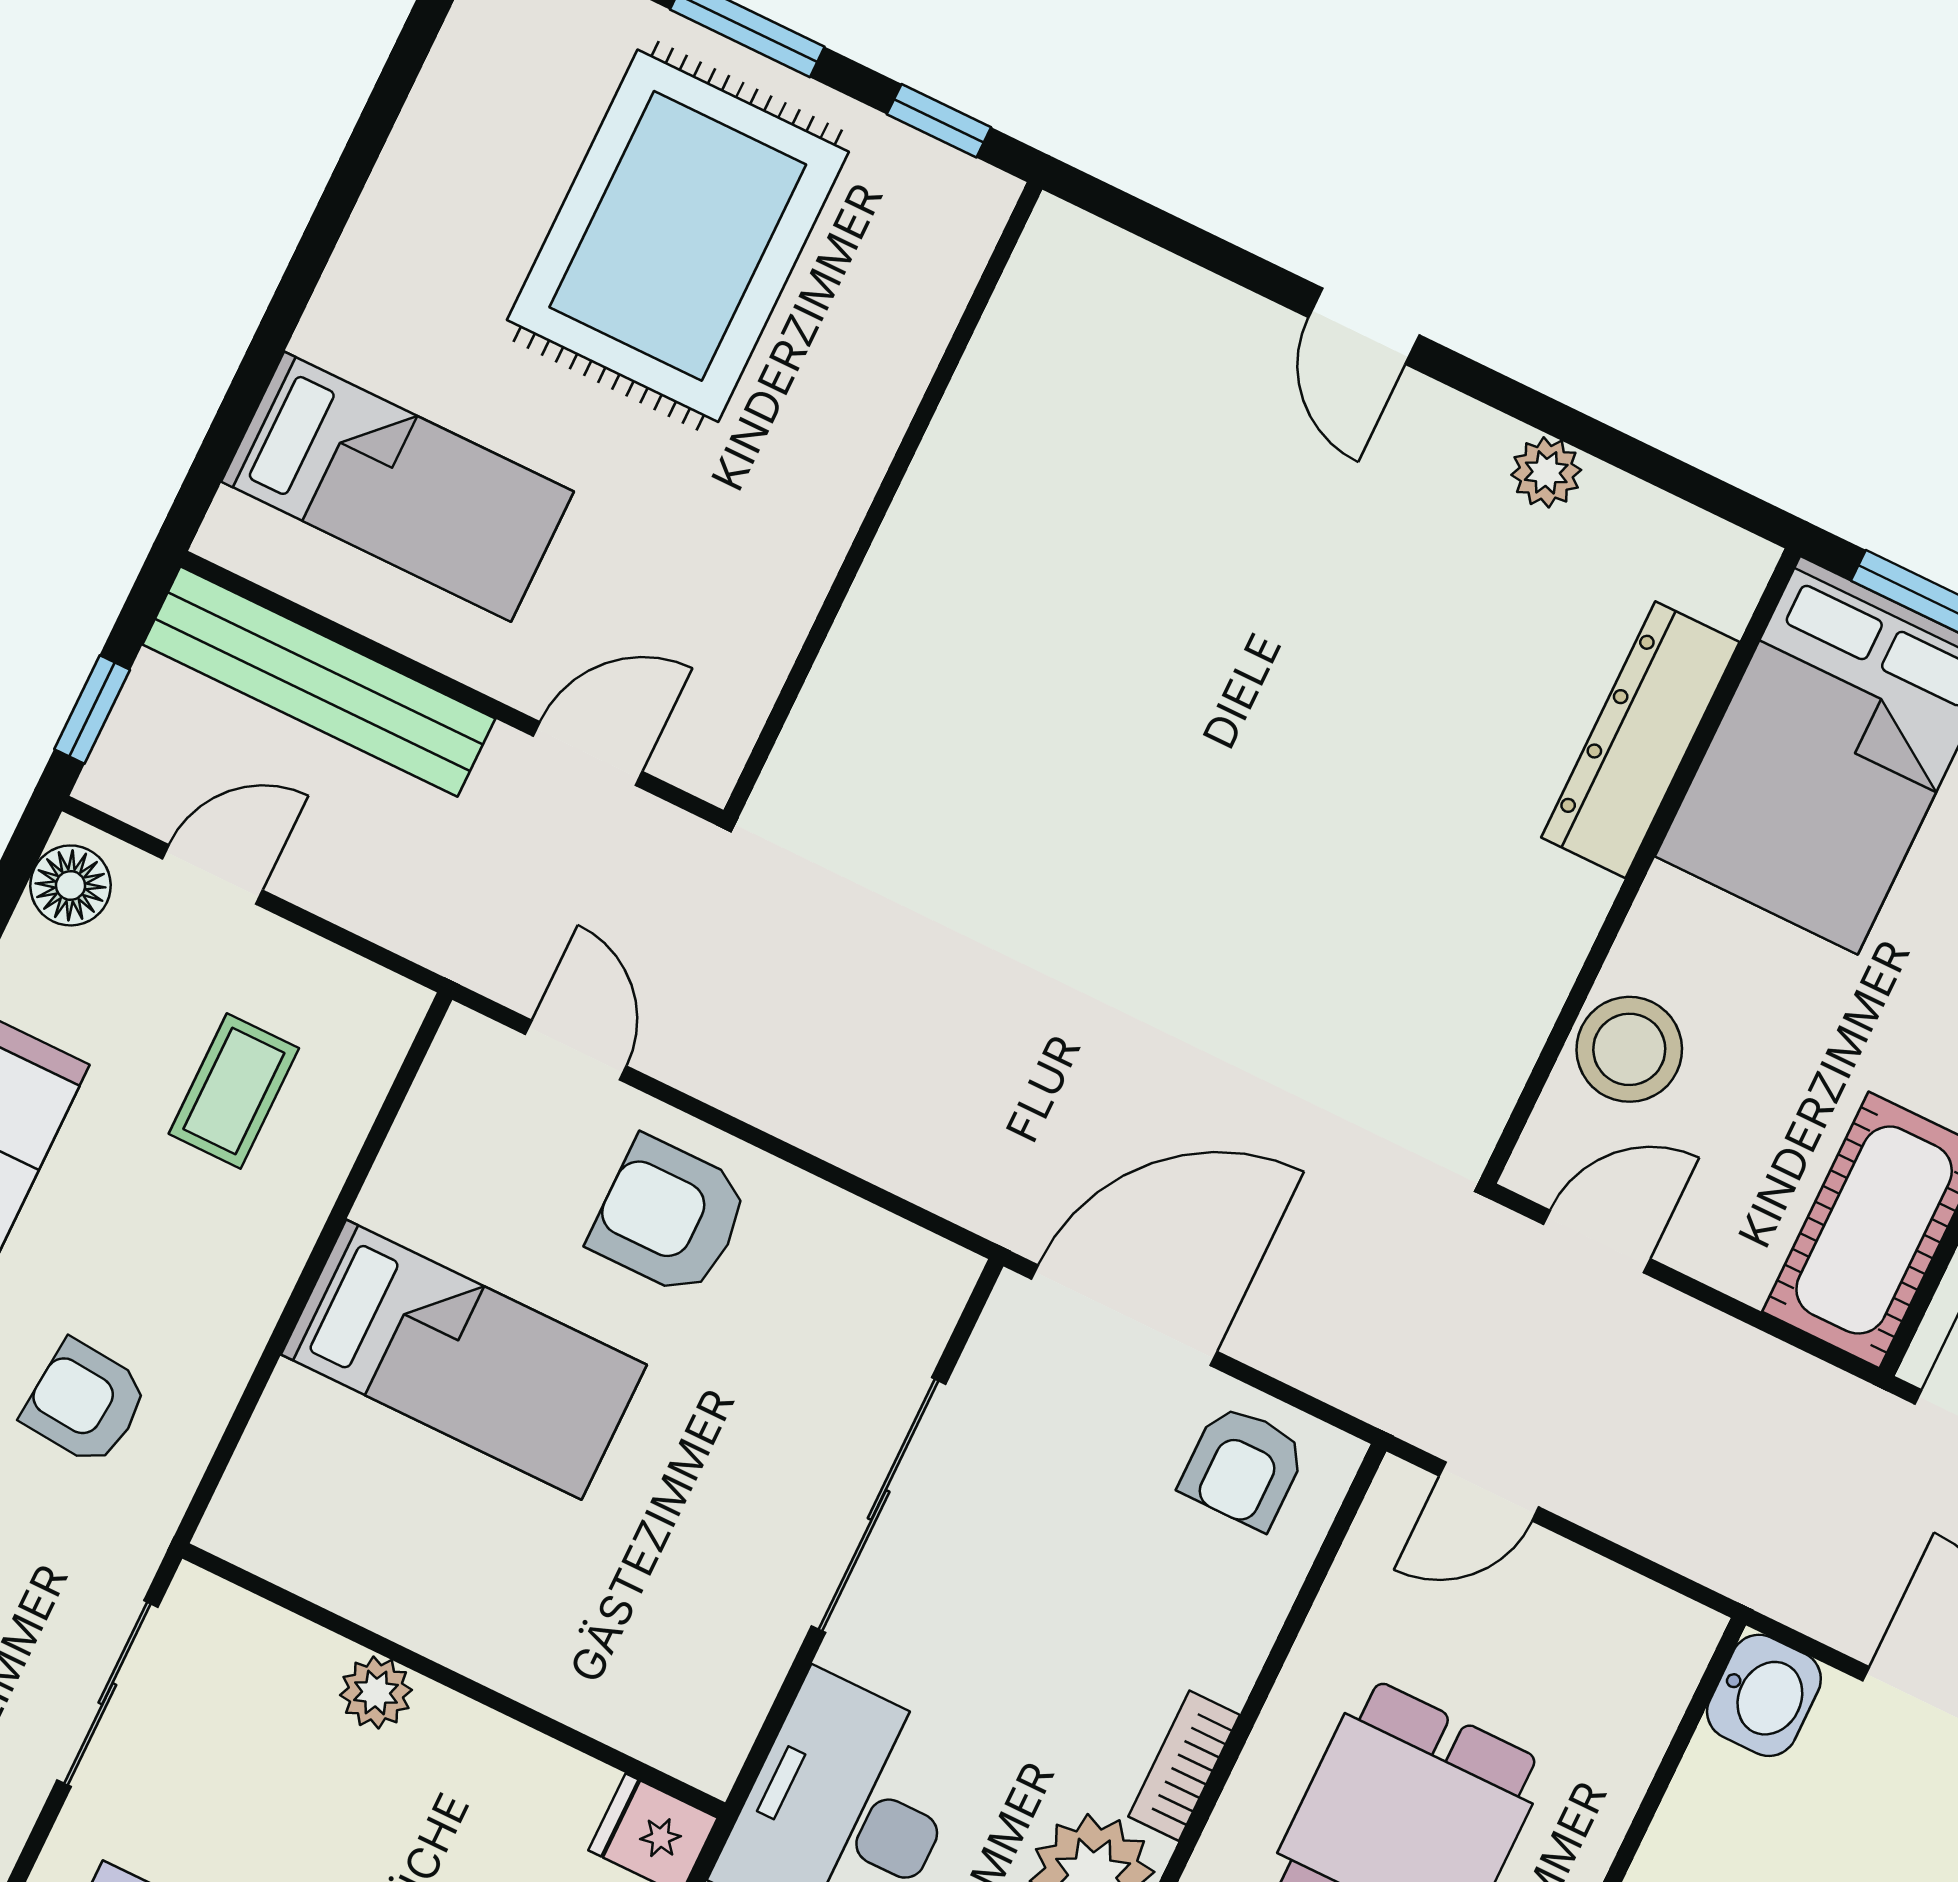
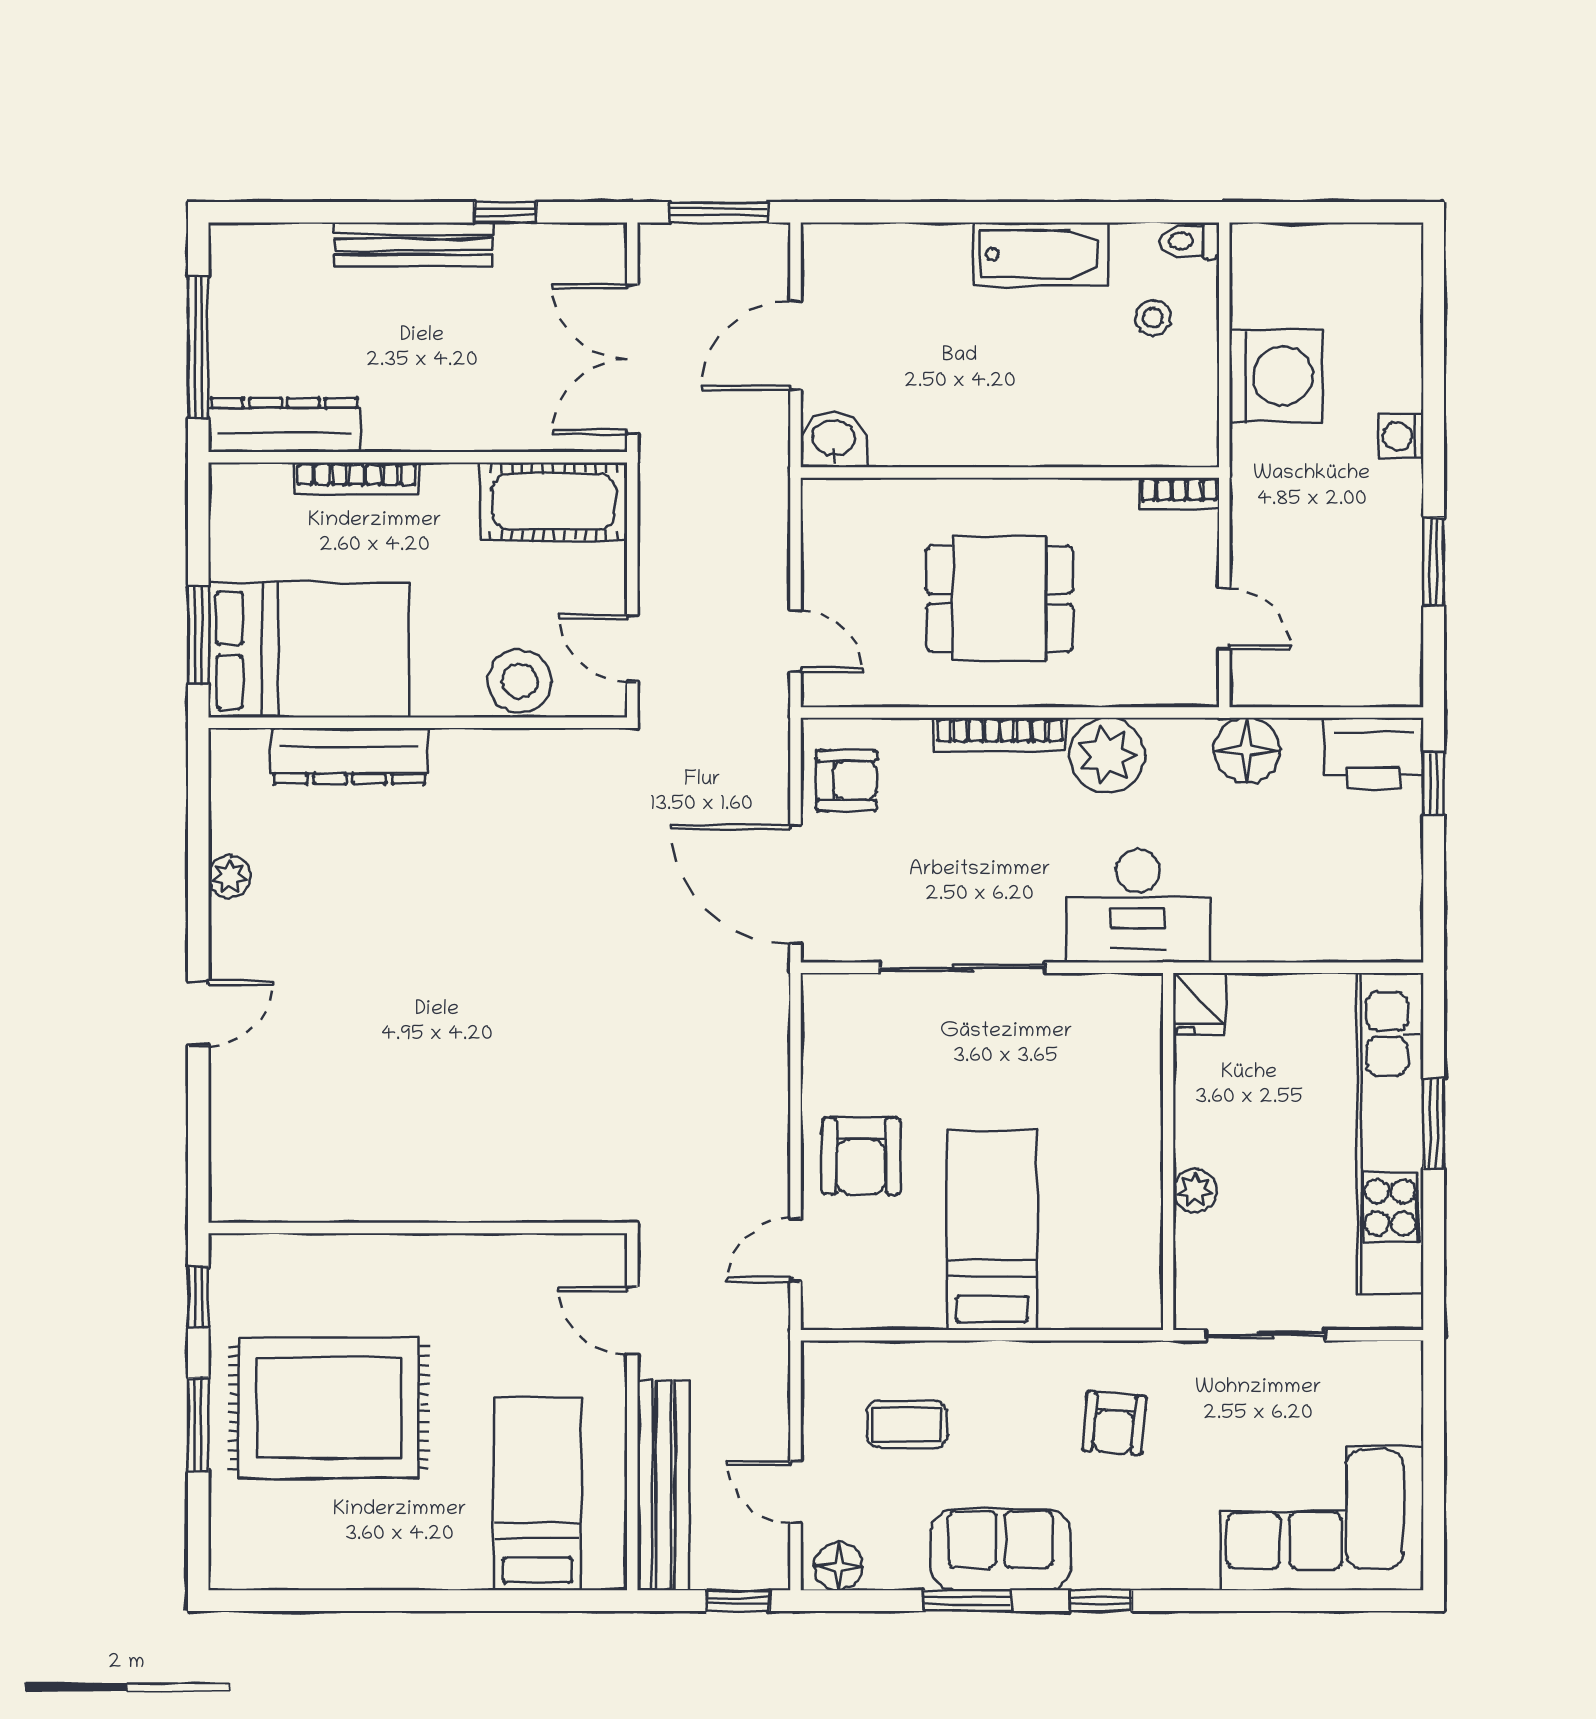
bookcase: (1184, 1766) -> (1000, 734), width x1.56

